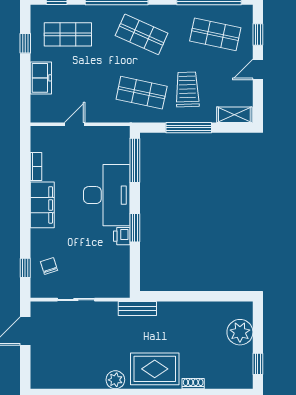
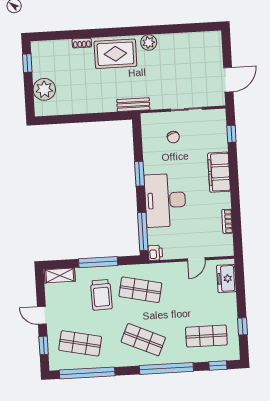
door: (258, 69) -> (42, 315), swing flipped
freezer: (41, 78) -> (226, 279), moved
filing cabinet: (42, 205) -> (219, 172), moved
printer: (122, 236) -> (155, 253), moved
chair: (49, 266) -> (173, 137), moved

